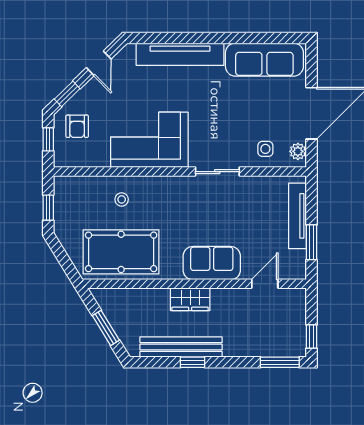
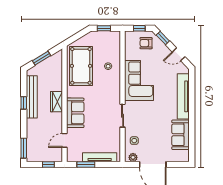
sofa: (264, 60) -> (181, 135), width x0.73
door: (265, 284) -> (64, 140), swing flipped
window: (311, 336) -> (48, 164), moved

